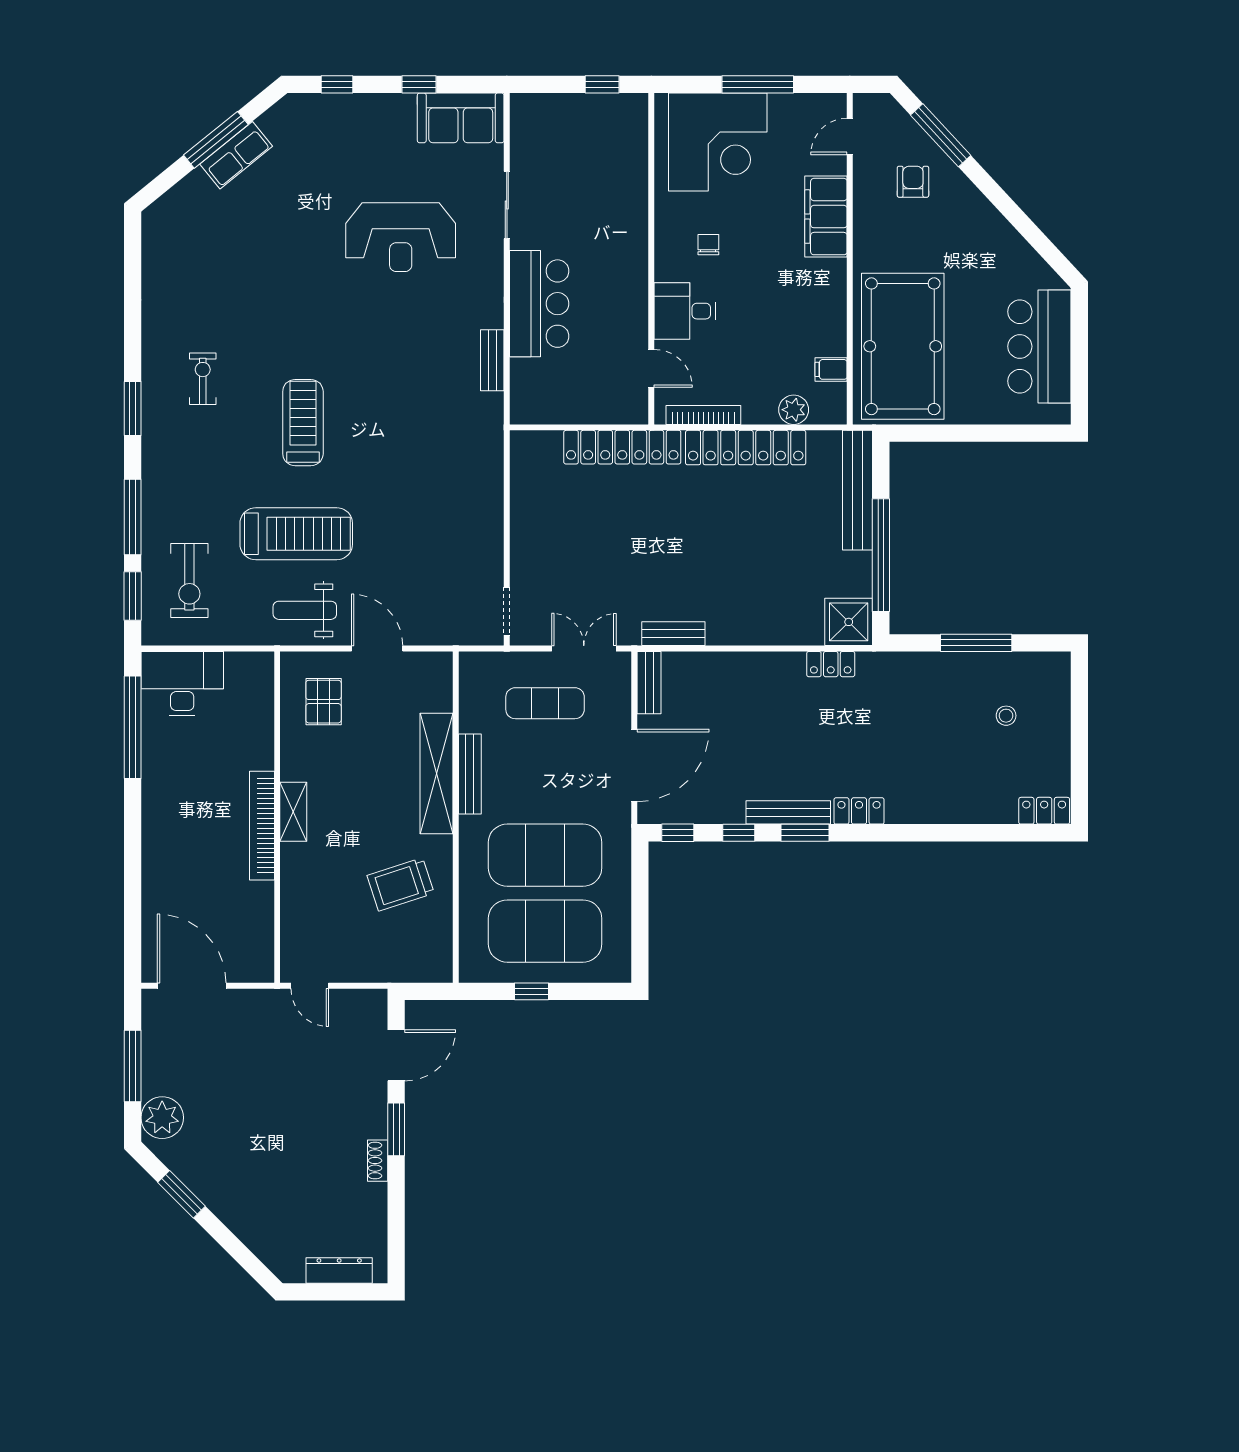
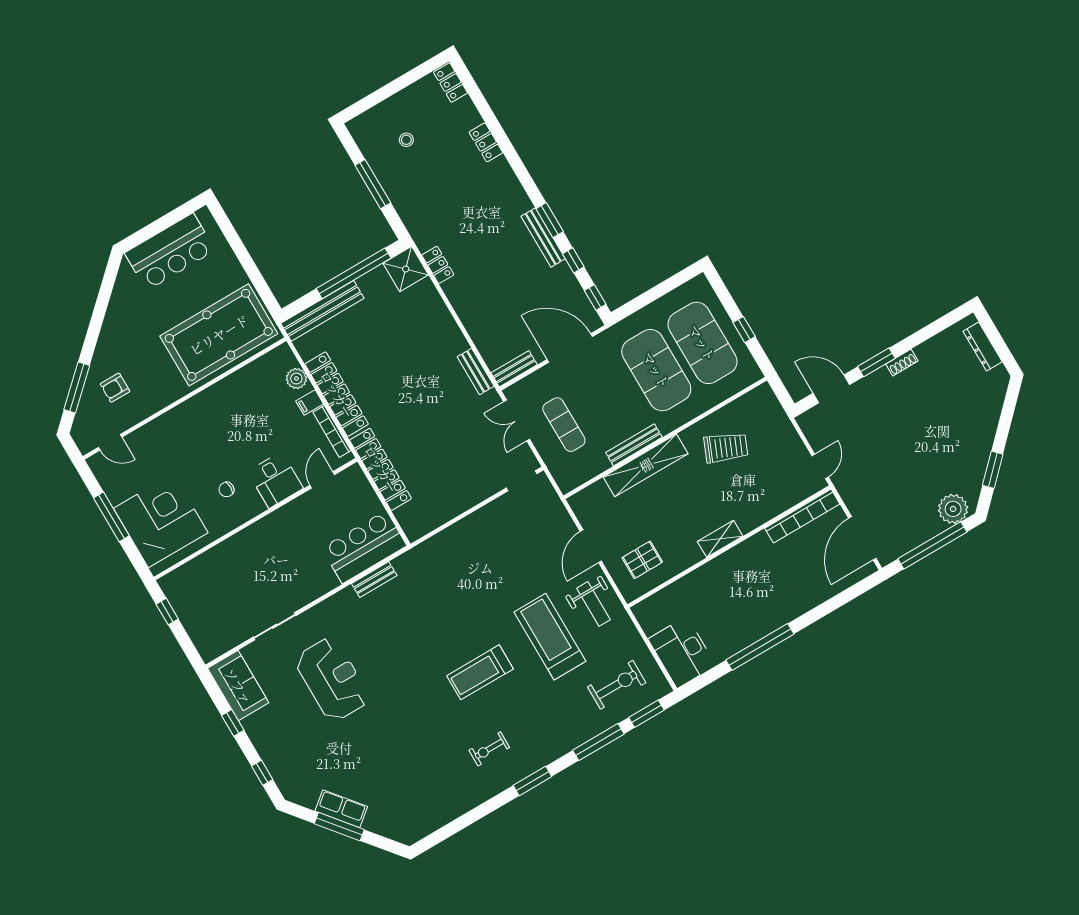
filing cabinet: (826, 217) -> (167, 428), removed
bar counter: (539, 304) -> (364, 547), moved
filing cabinet: (831, 369) -> (310, 402), moved, turned 90
window: (133, 727) -> (760, 647), moved
locker: (859, 811) -> (486, 142), moved
bookcase: (262, 826) -> (802, 516), moved
trolley: (401, 884) -> (726, 448), turned -49
window: (133, 1066) -> (932, 545), width x1.46

